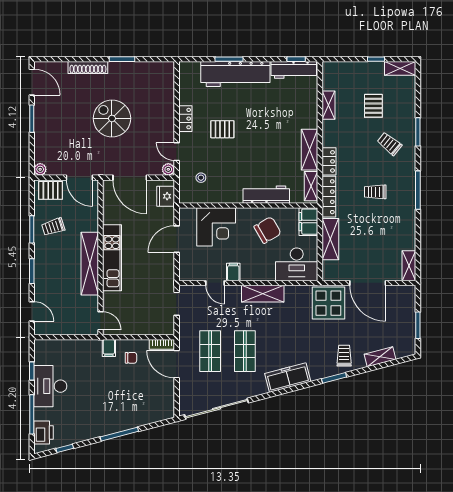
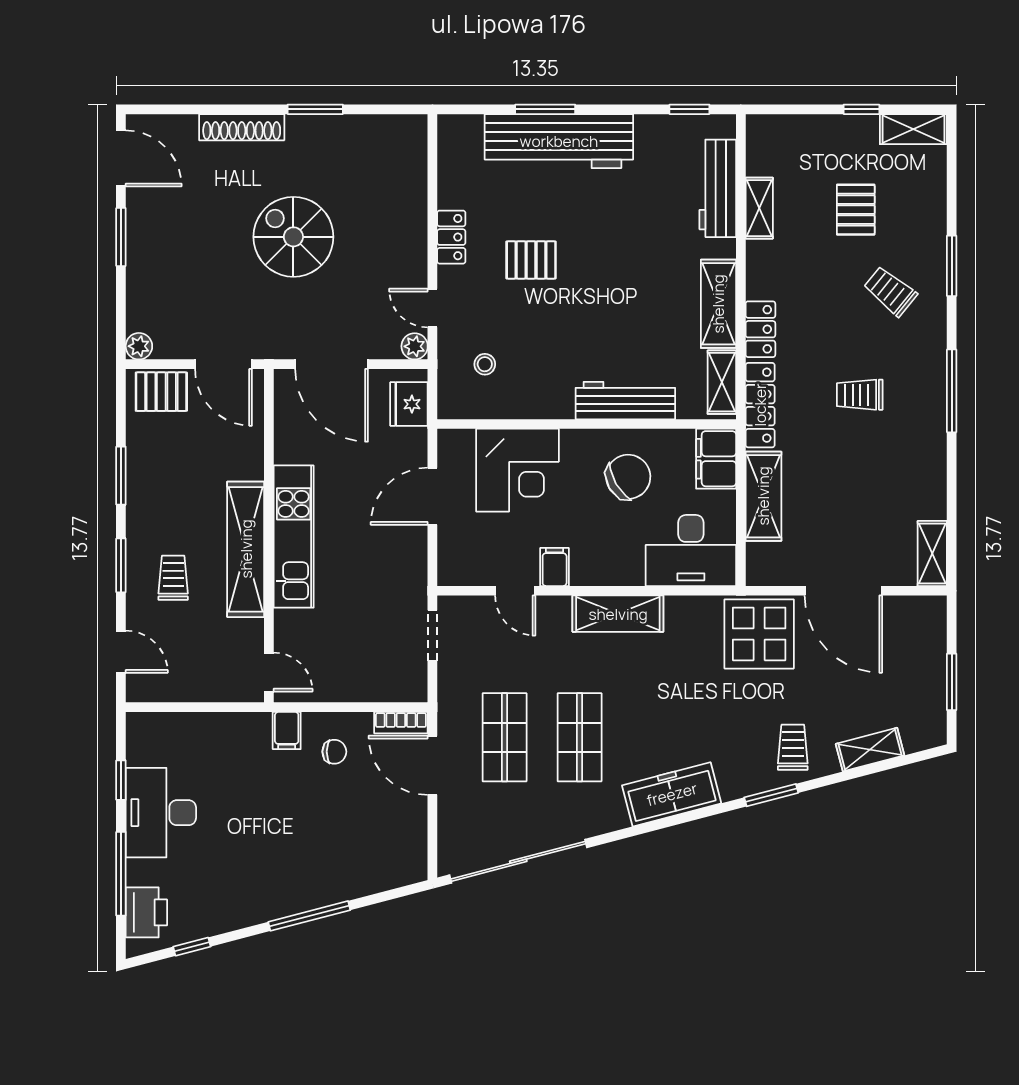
workbench: (294, 70) -> (718, 188), moved, turned 90
trolley: (53, 227) -> (173, 578), moved, turned 108

